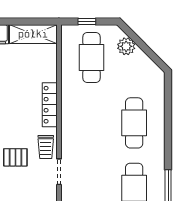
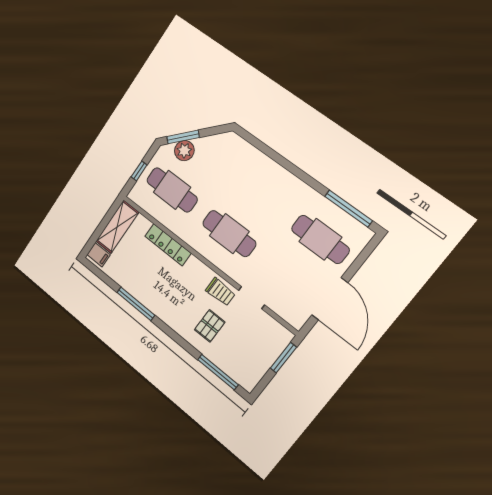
window: (135, 38) -> (183, 137), added
locker: (50, 105) -> (168, 245), moved
cafe table: (134, 123) -> (229, 234), moved

